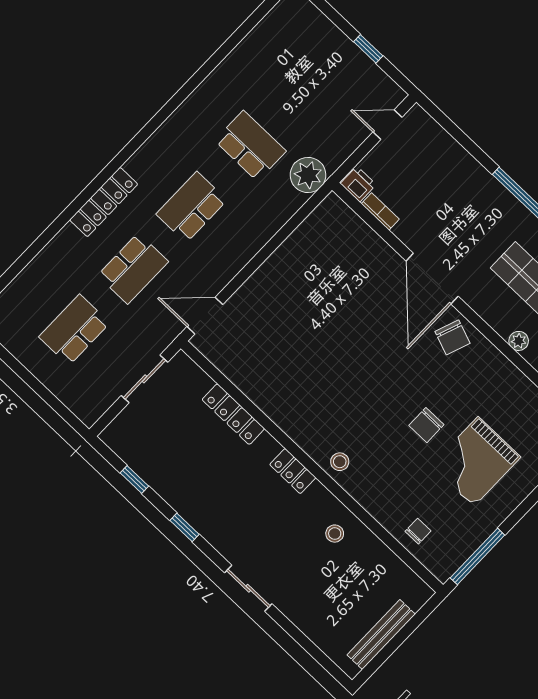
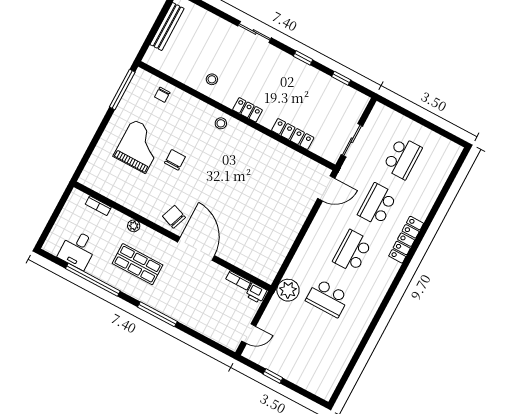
school desk: (192, 207) -> (352, 251), turned 180

